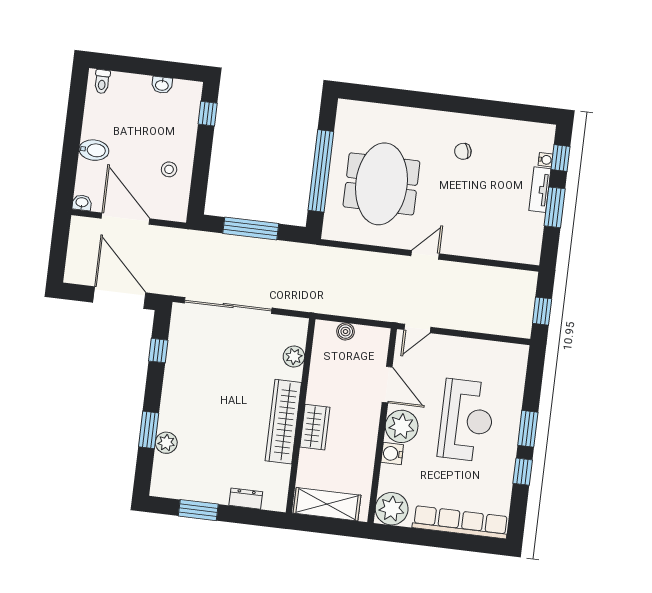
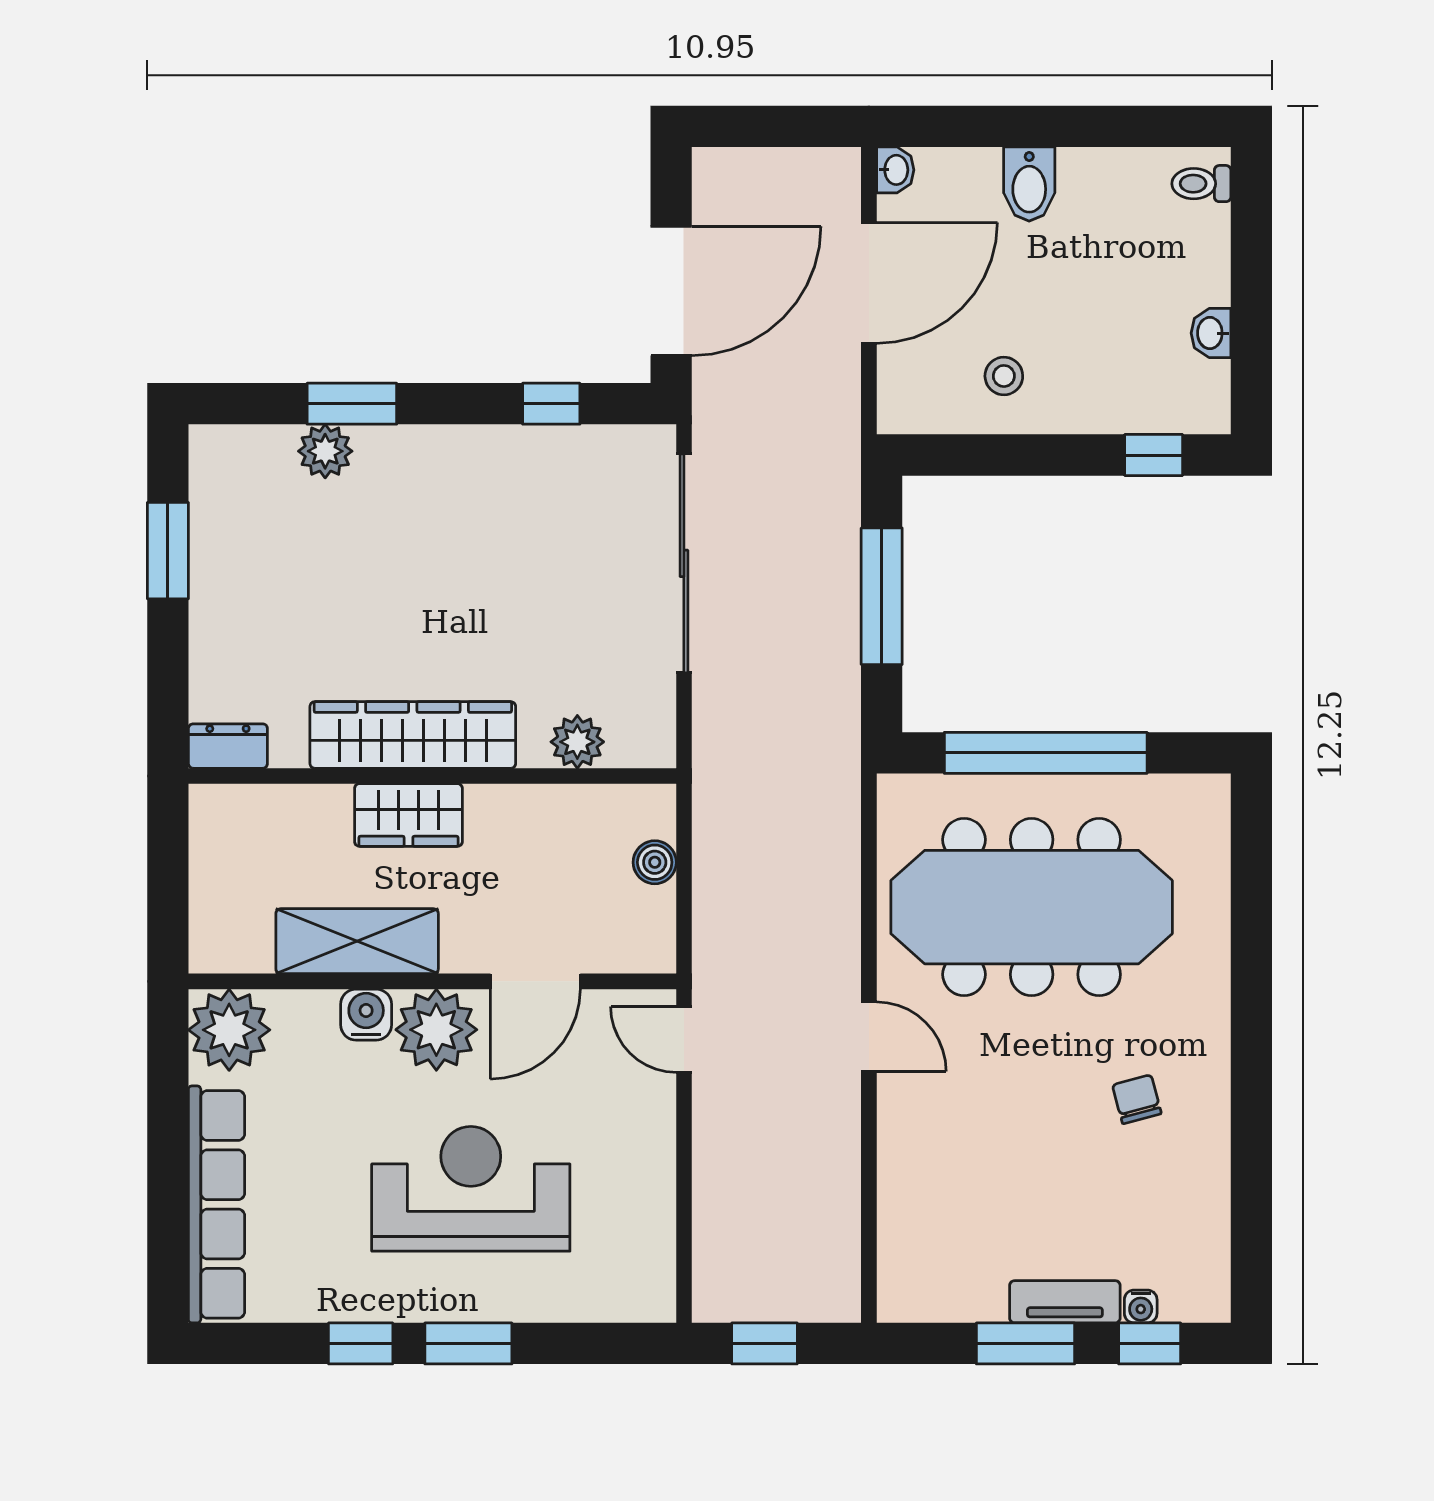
meeting table: (381, 184) -> (1032, 907), width x1.36
reception desk: (466, 420) -> (471, 1189), turned 180
dresser: (246, 499) -> (228, 746), moved, turned -90
shelving: (327, 504) -> (357, 941), moved, turned 90

